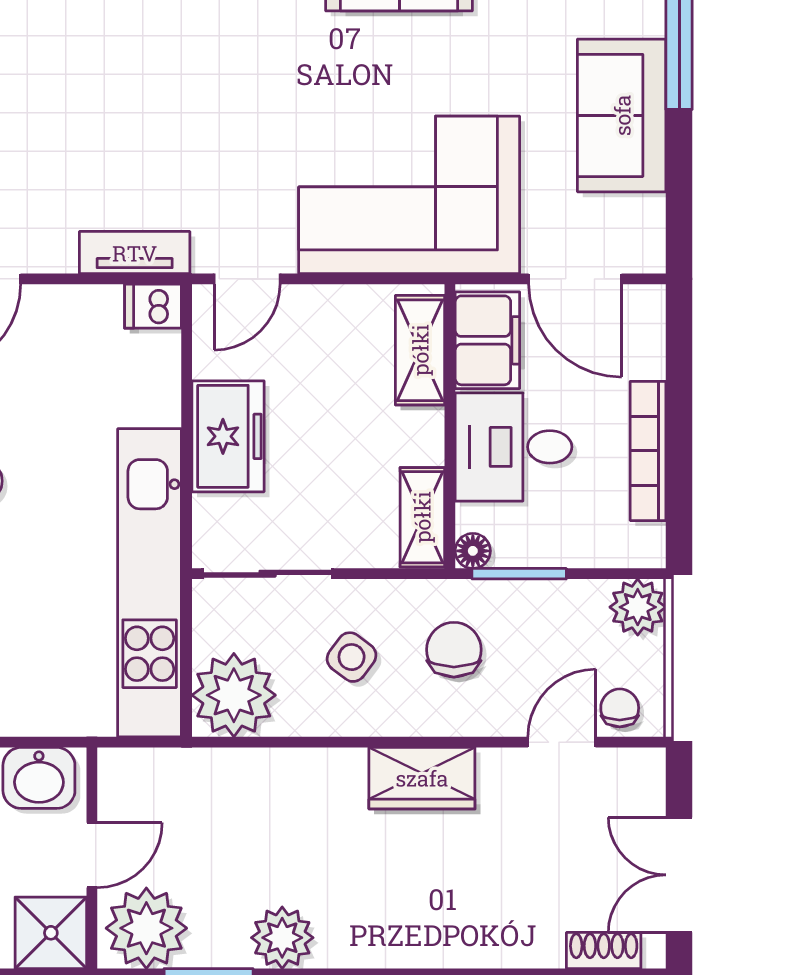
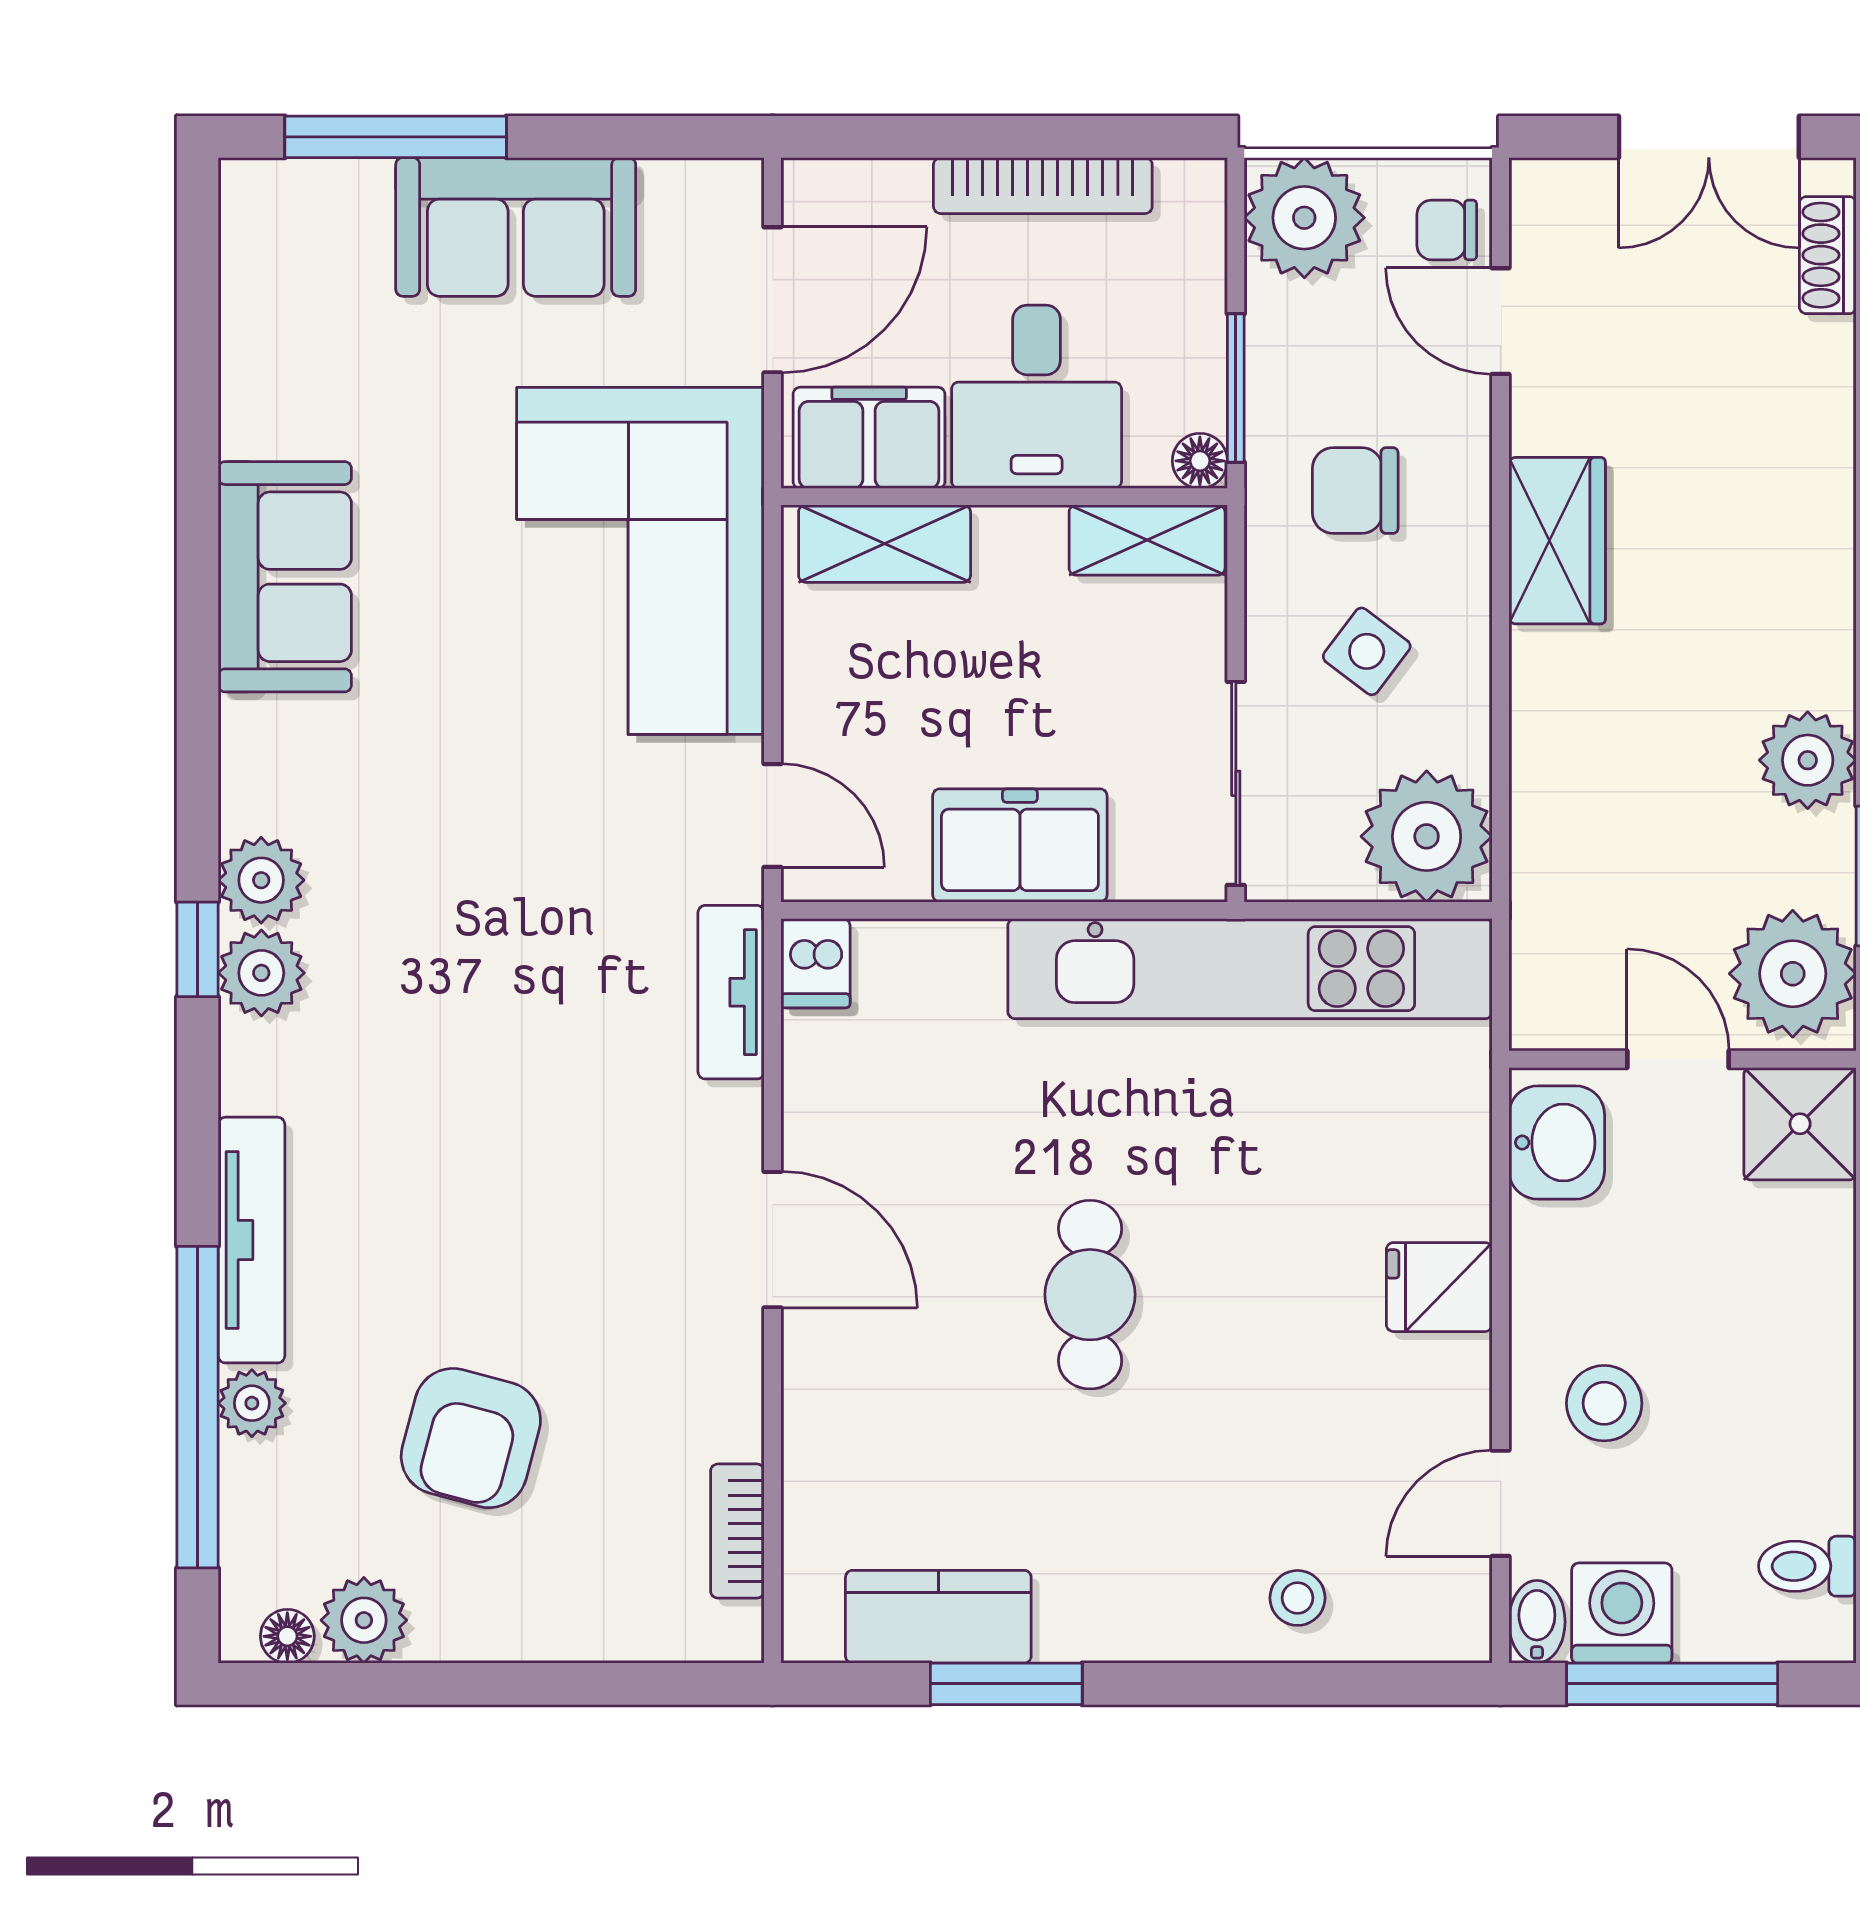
plant: (638, 607) -> (1304, 218), width x1.36, depth x1.36

